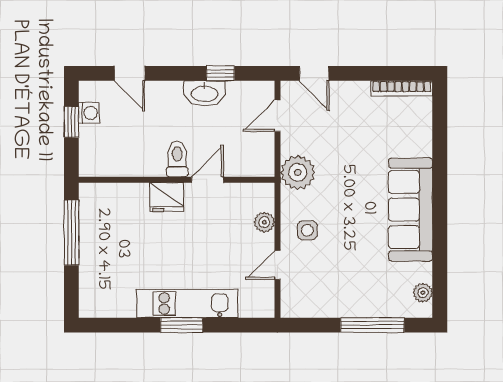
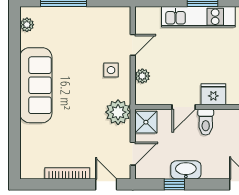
bookcase: (402, 88) -> (67, 173), moved
shower: (259, 159) -> (146, 122), added

